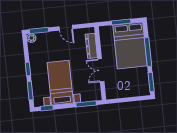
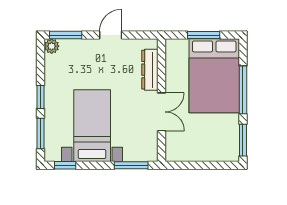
door: (66, 28) -> (111, 35), swing flipped
double door: (101, 70) -> (162, 112), swing flipped

